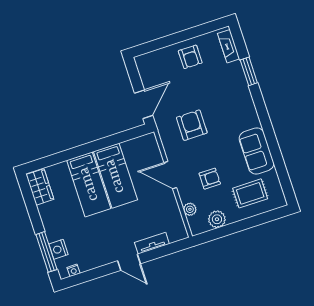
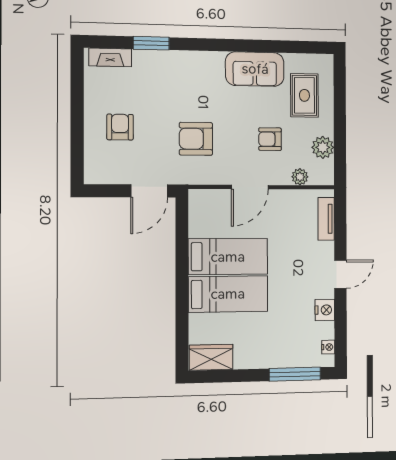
armchair: (190, 57) -> (120, 127), moved, turned -90
door: (144, 104) -> (149, 191), swing flipped
armchair: (210, 179) -> (270, 139), turned -90
tv unit: (152, 243) -> (326, 219), moved
nightstand: (58, 249) -> (325, 310), moved, turned -90

